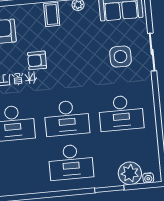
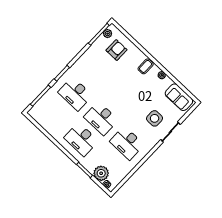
armchair: (37, 60) -> (117, 79), removed

